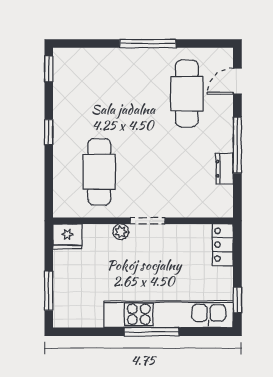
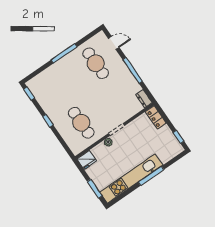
door: (237, 81) -> (114, 43), swing flipped
dresser: (224, 169) -> (144, 99), moved
kitchen unit: (169, 314) -> (131, 179), moved

